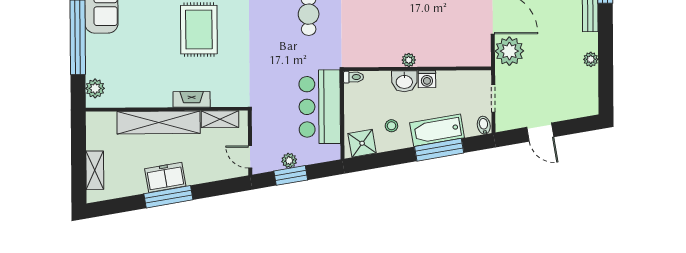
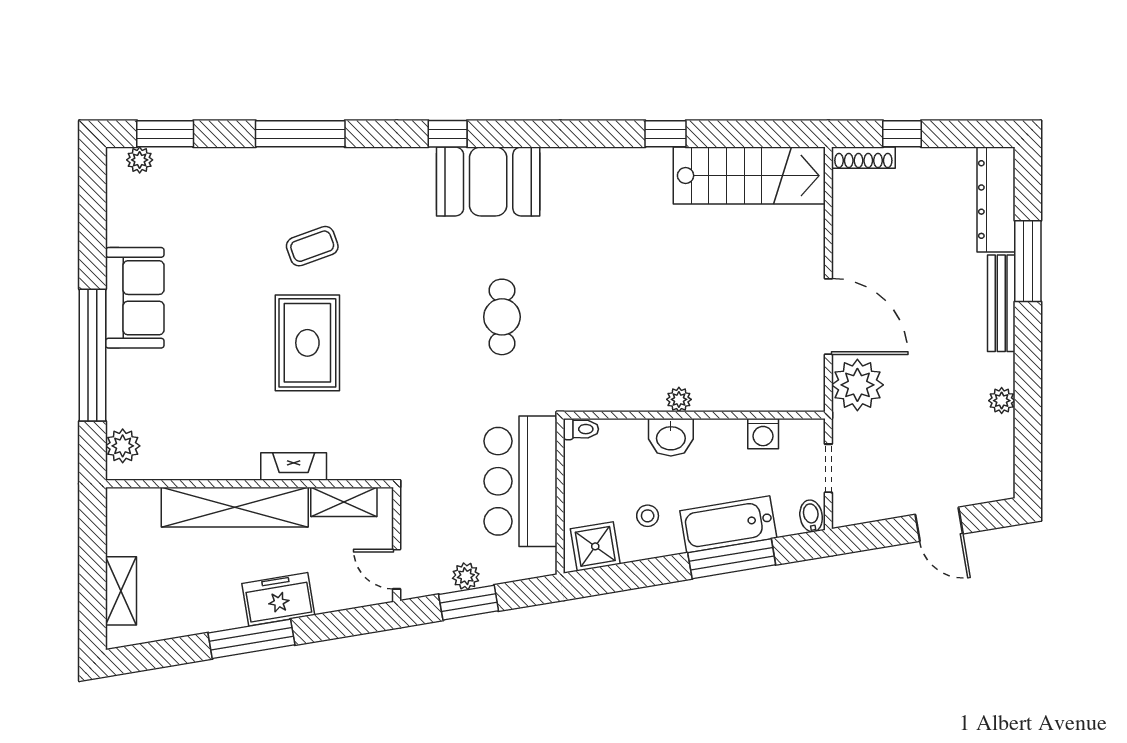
washing machine: (427, 79) -> (763, 434), moved
door: (540, 132) -> (939, 524), moved
freezer: (165, 177) -> (278, 599), moved

